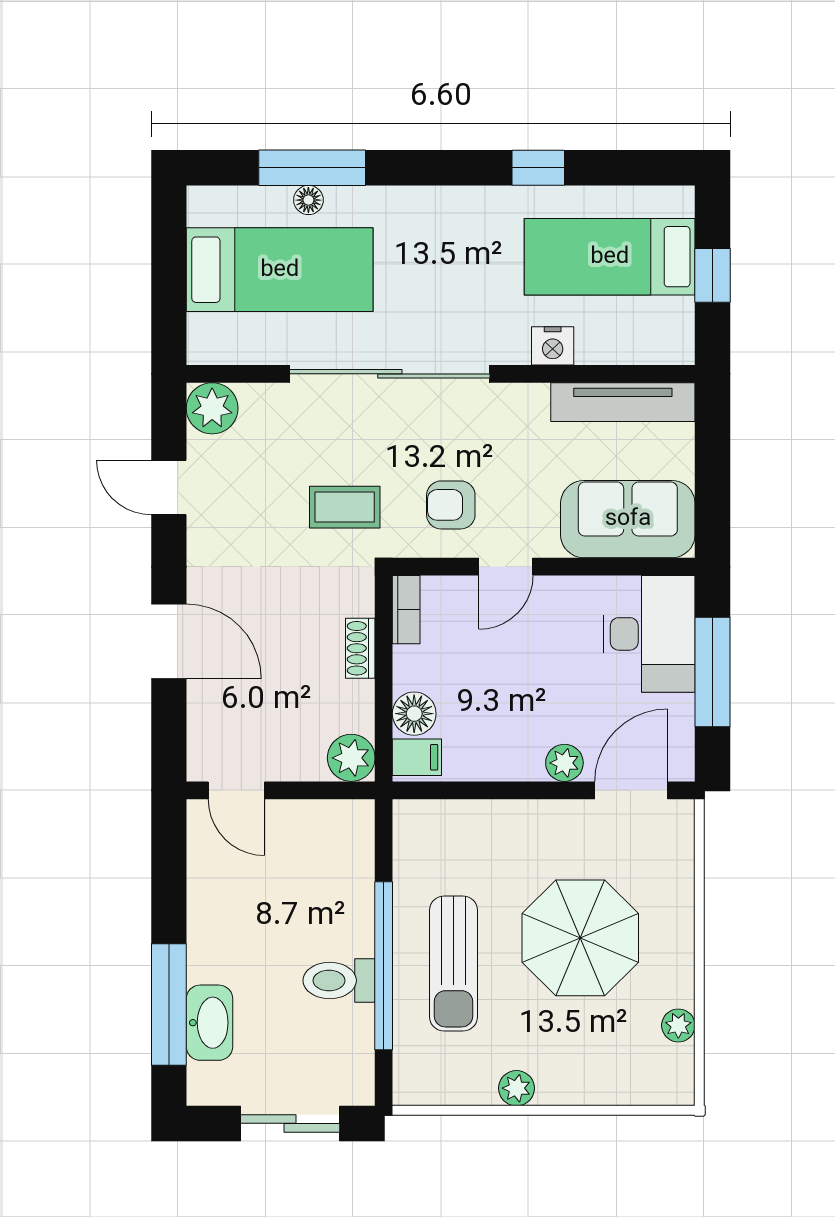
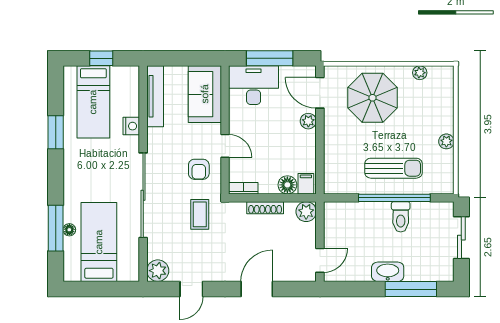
window: (538, 168) -> (56, 132), width x1.50
shoe rack: (360, 648) -> (265, 208), width x1.43
parasol: (580, 938) -> (373, 98), moved
washbasin: (209, 1023) -> (388, 272), moved

